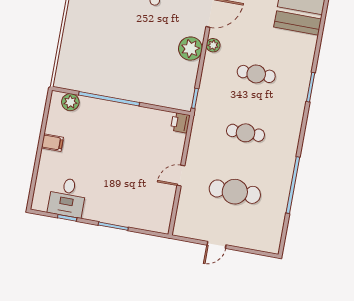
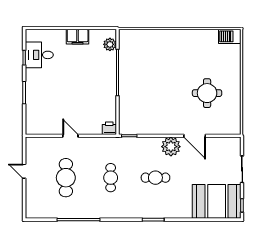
plant: (213, 45) -> (171, 147), width x1.88, depth x1.88
plant: (190, 49) -> (165, 126), removed
cafe table: (256, 74) -> (155, 178), turned 90
filing cabinet: (52, 143) -> (78, 37), width x2.00

